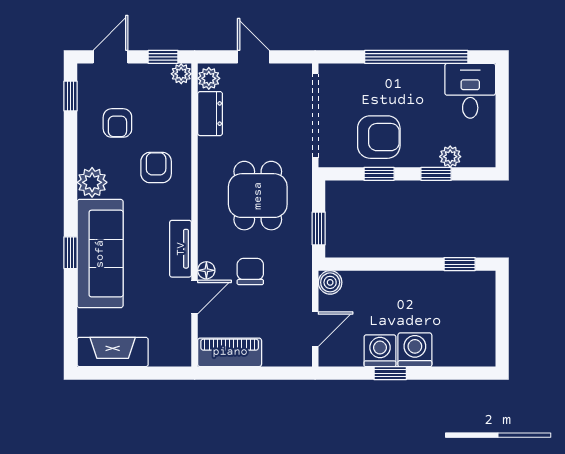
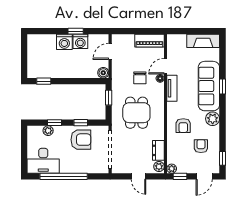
desk: (470, 91) -> (43, 161), width x1.37
armchair: (379, 137) -> (81, 140), turned 180

